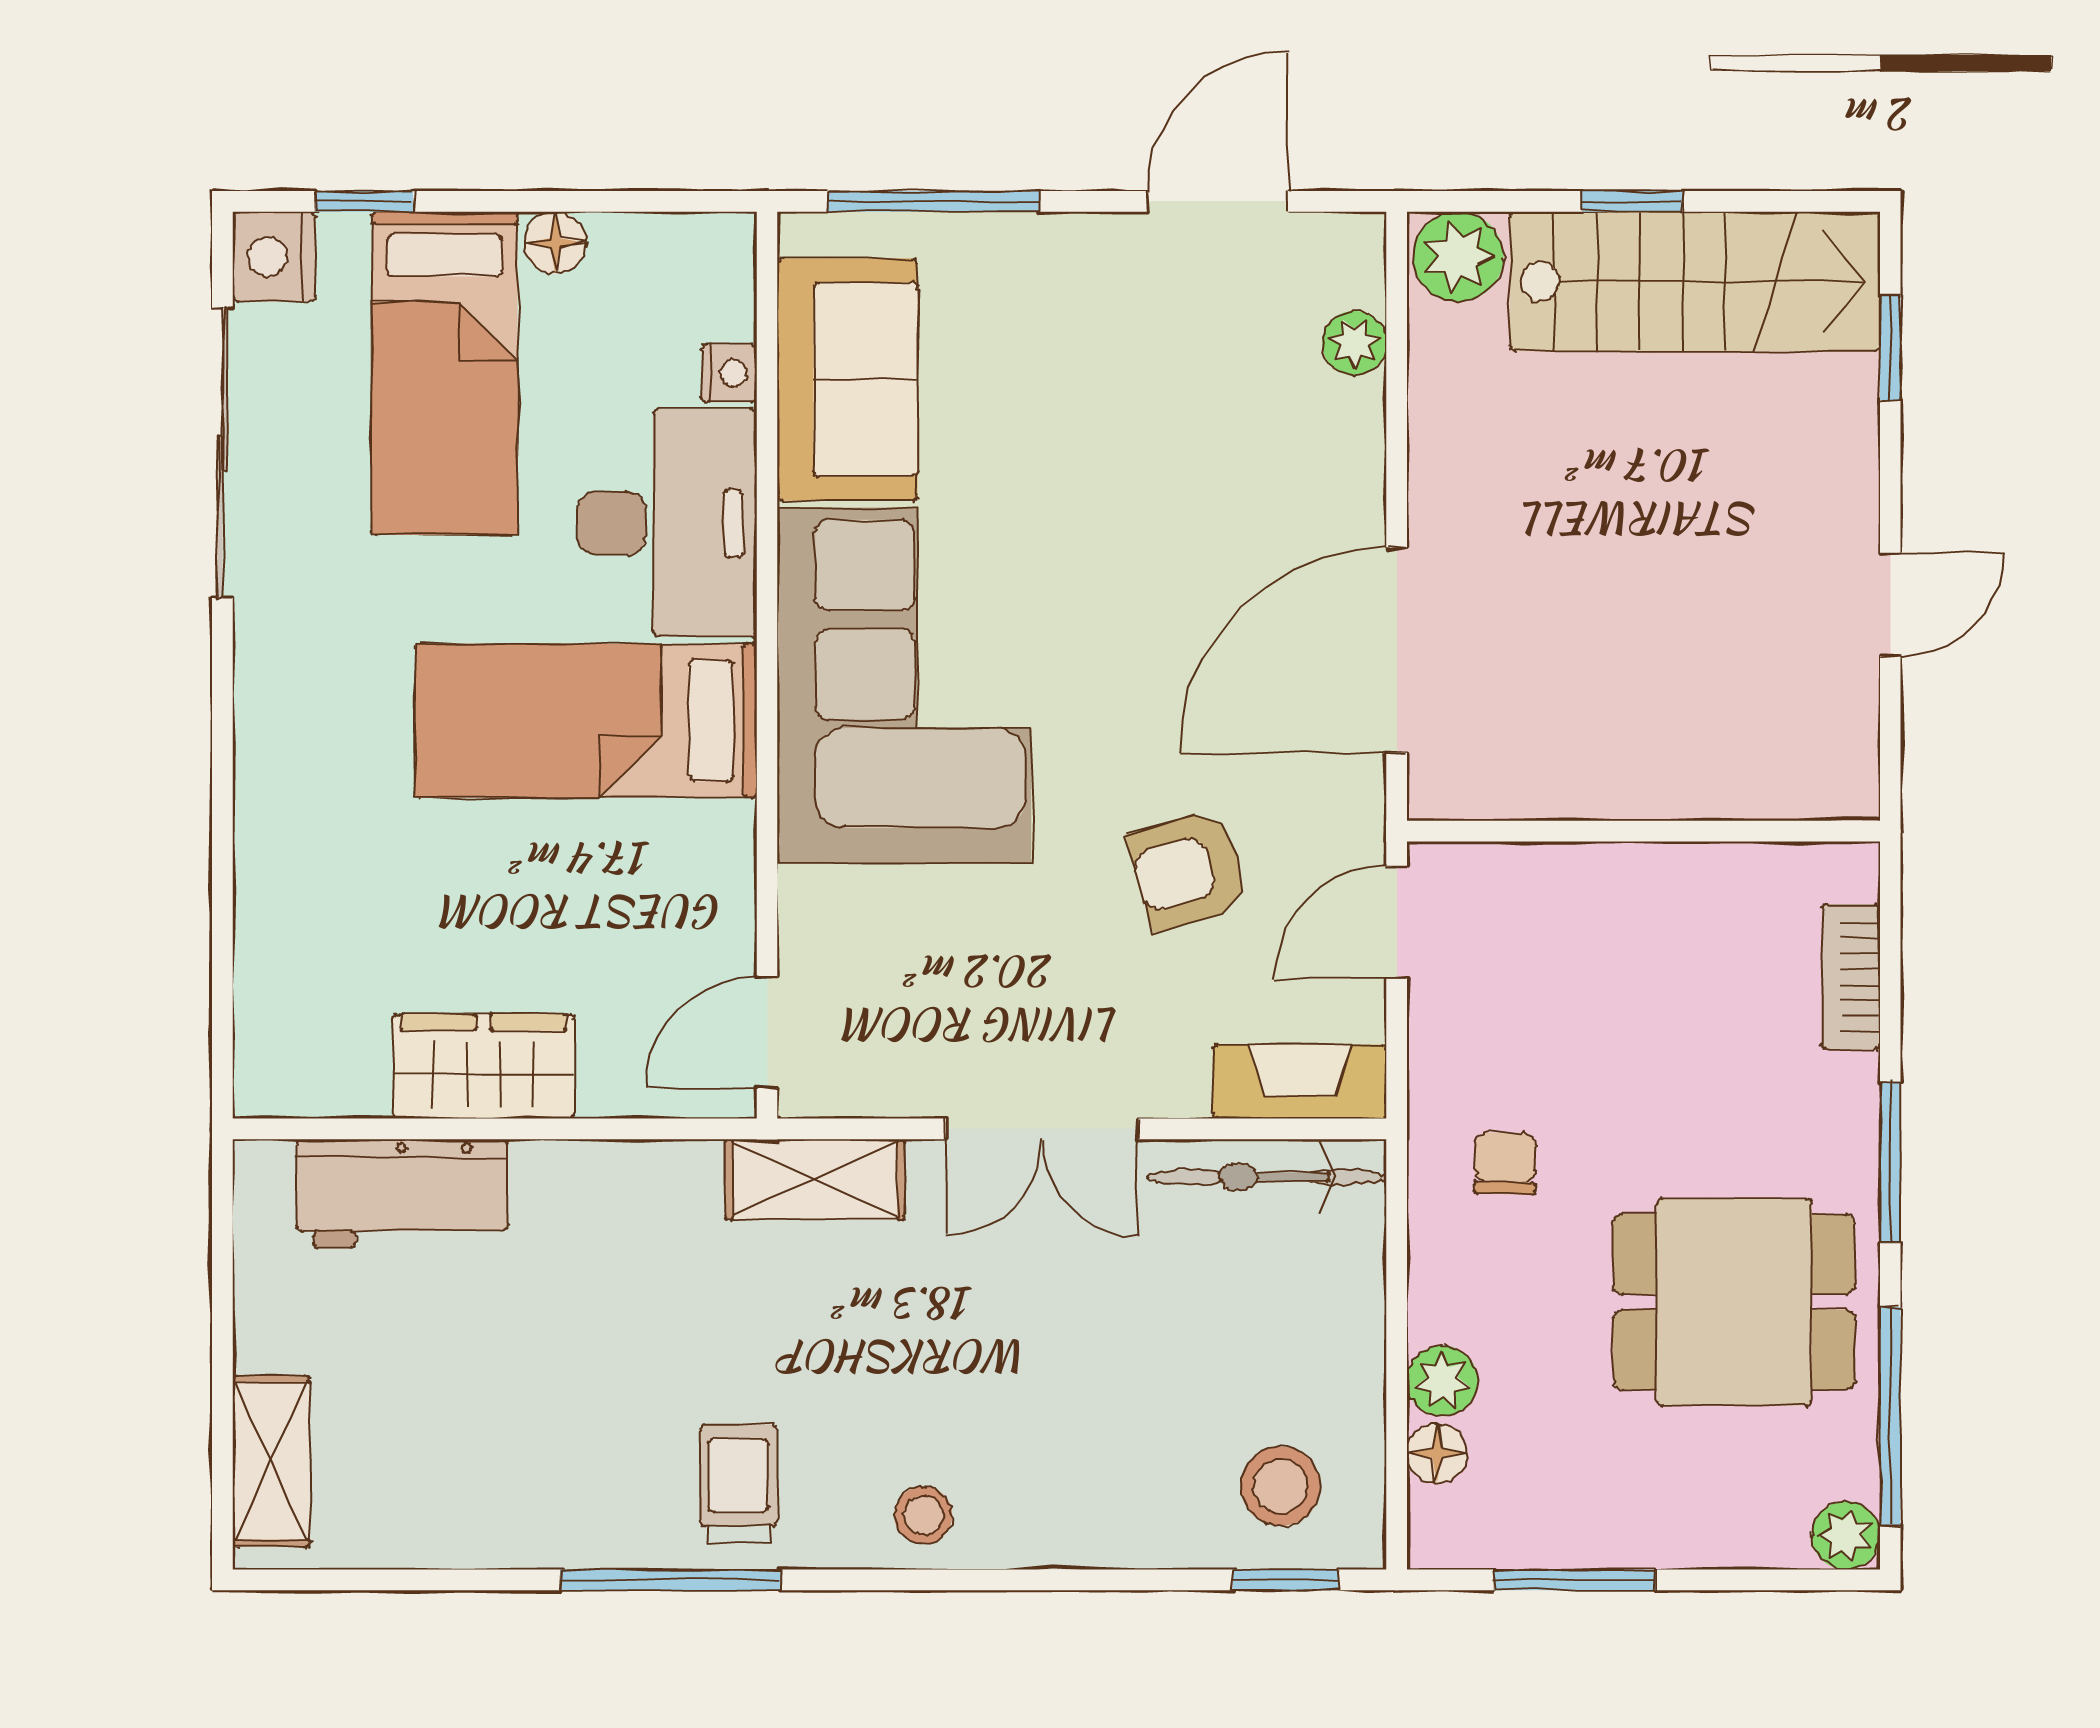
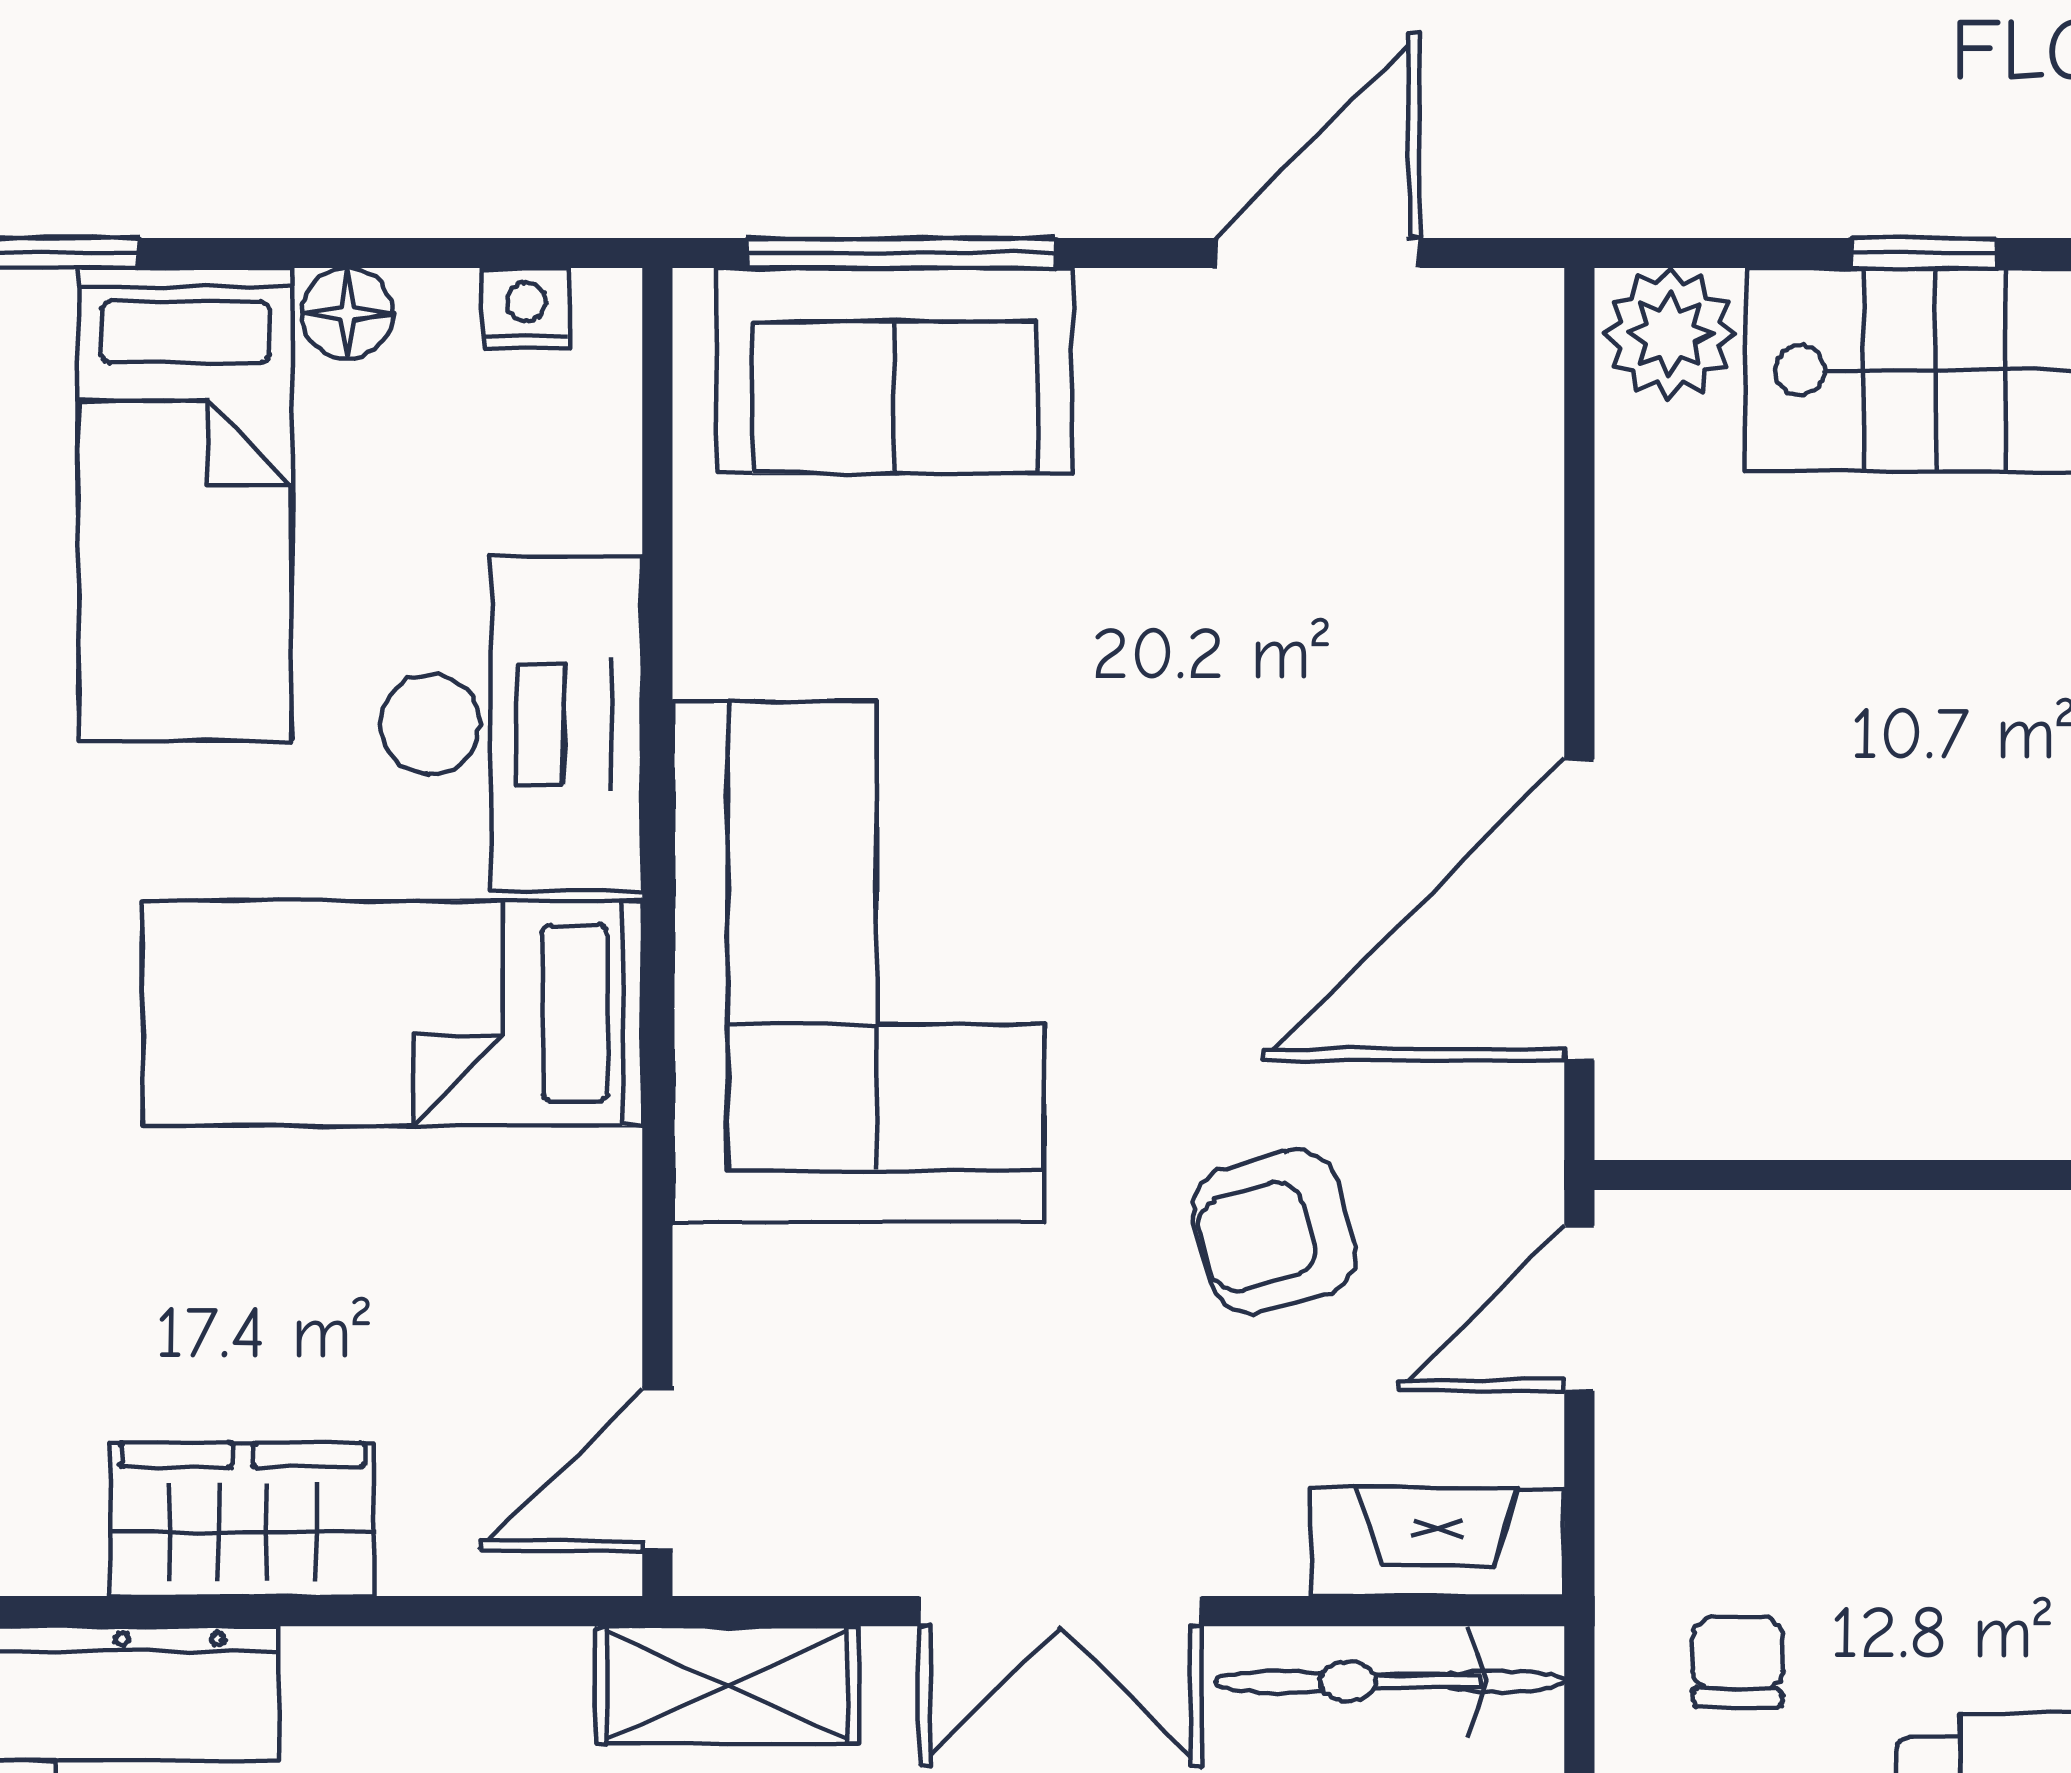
plant: (1354, 343) -> (1517, 460), removed
nightstand: (729, 373) -> (526, 308), moved, turned -90
sofa: (847, 380) -> (894, 371), moved, turned 90

